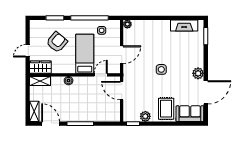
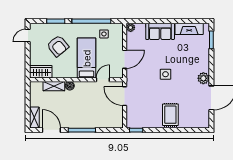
armchair: (57, 42) -> (58, 46), turned 101
door: (28, 51) -> (28, 35), moved
shelving: (40, 81) -> (54, 86), moved
sofa: (190, 114) -> (160, 31), moved, turned 180
plant: (145, 116) -> (149, 123), removed

